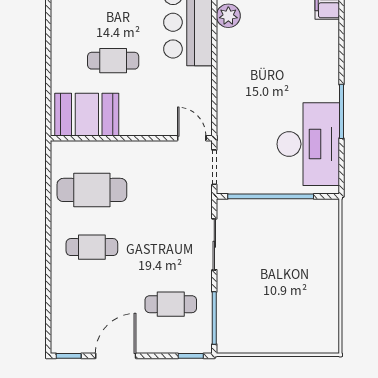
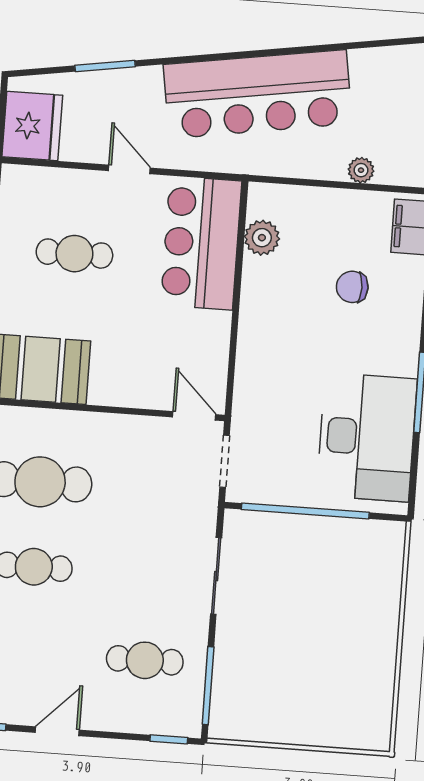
chair: (291, 44) -> (352, 287), added
cafe table: (113, 61) -> (74, 254), moved
door: (116, 356) -> (57, 731), width x0.73

